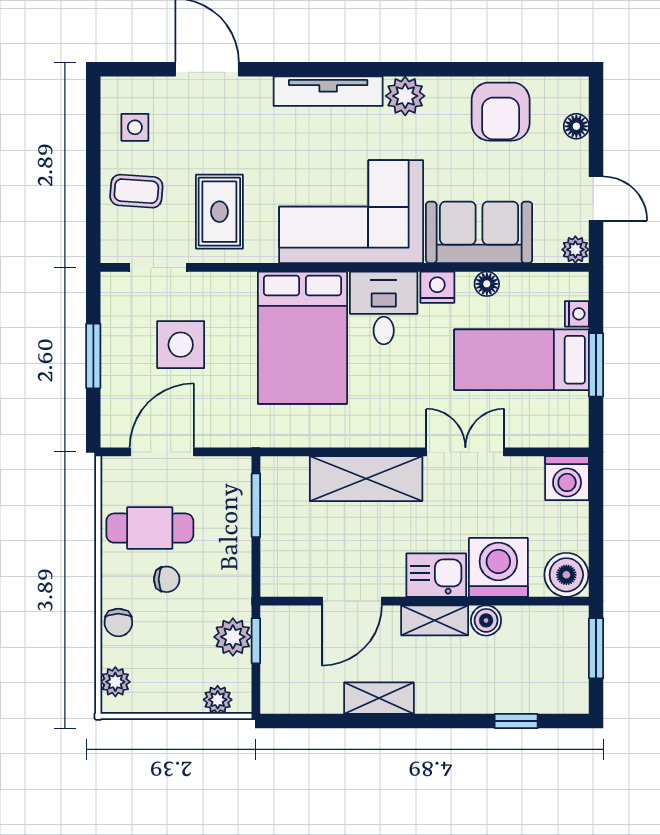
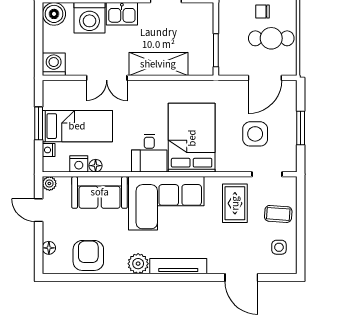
nightstand: (437, 287) -> (79, 164), moved

